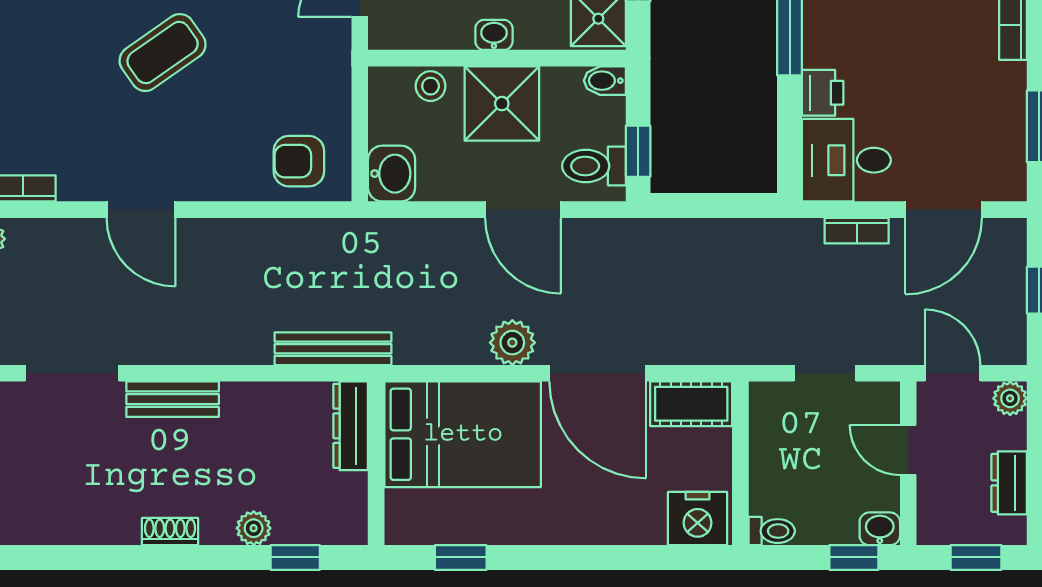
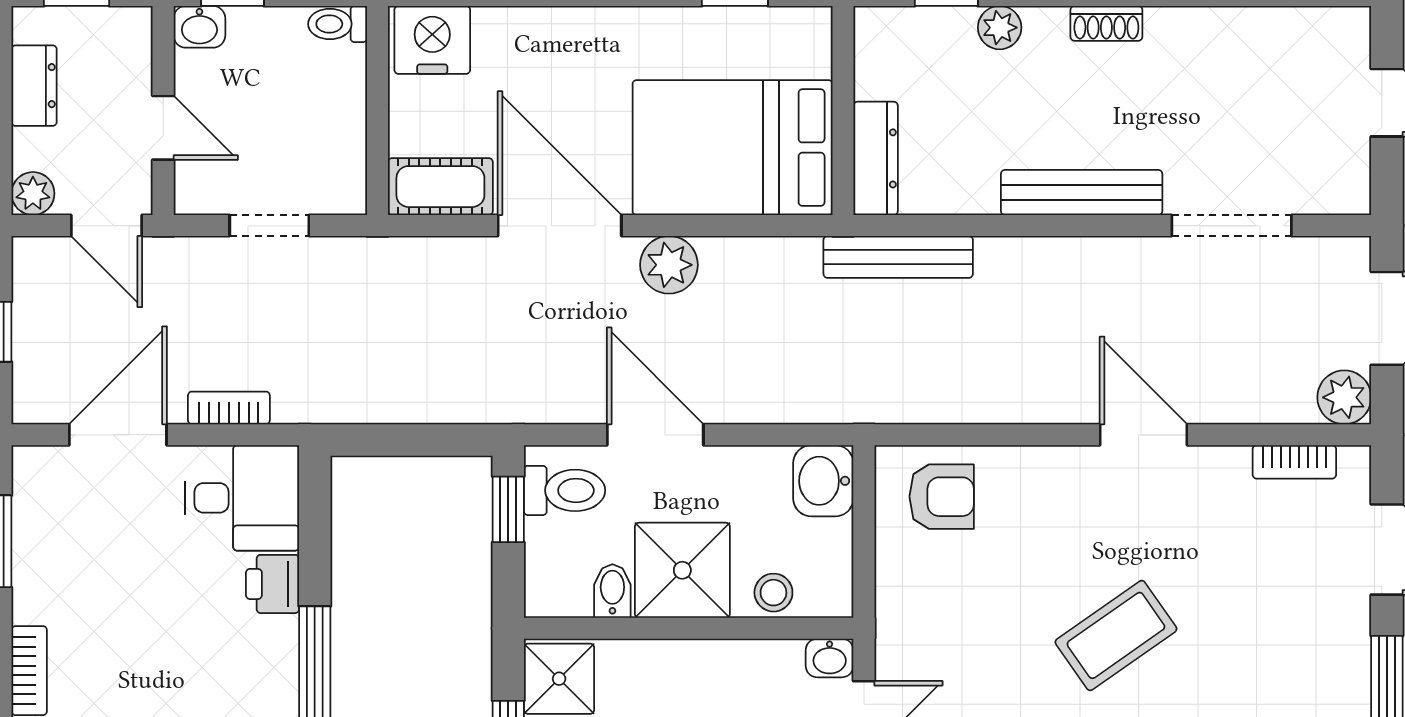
washbasin: (494, 35) -> (830, 658), moved
bidet: (605, 81) -> (612, 591), moved, turned -90
bench: (173, 399) -> (1082, 192), width x1.36

